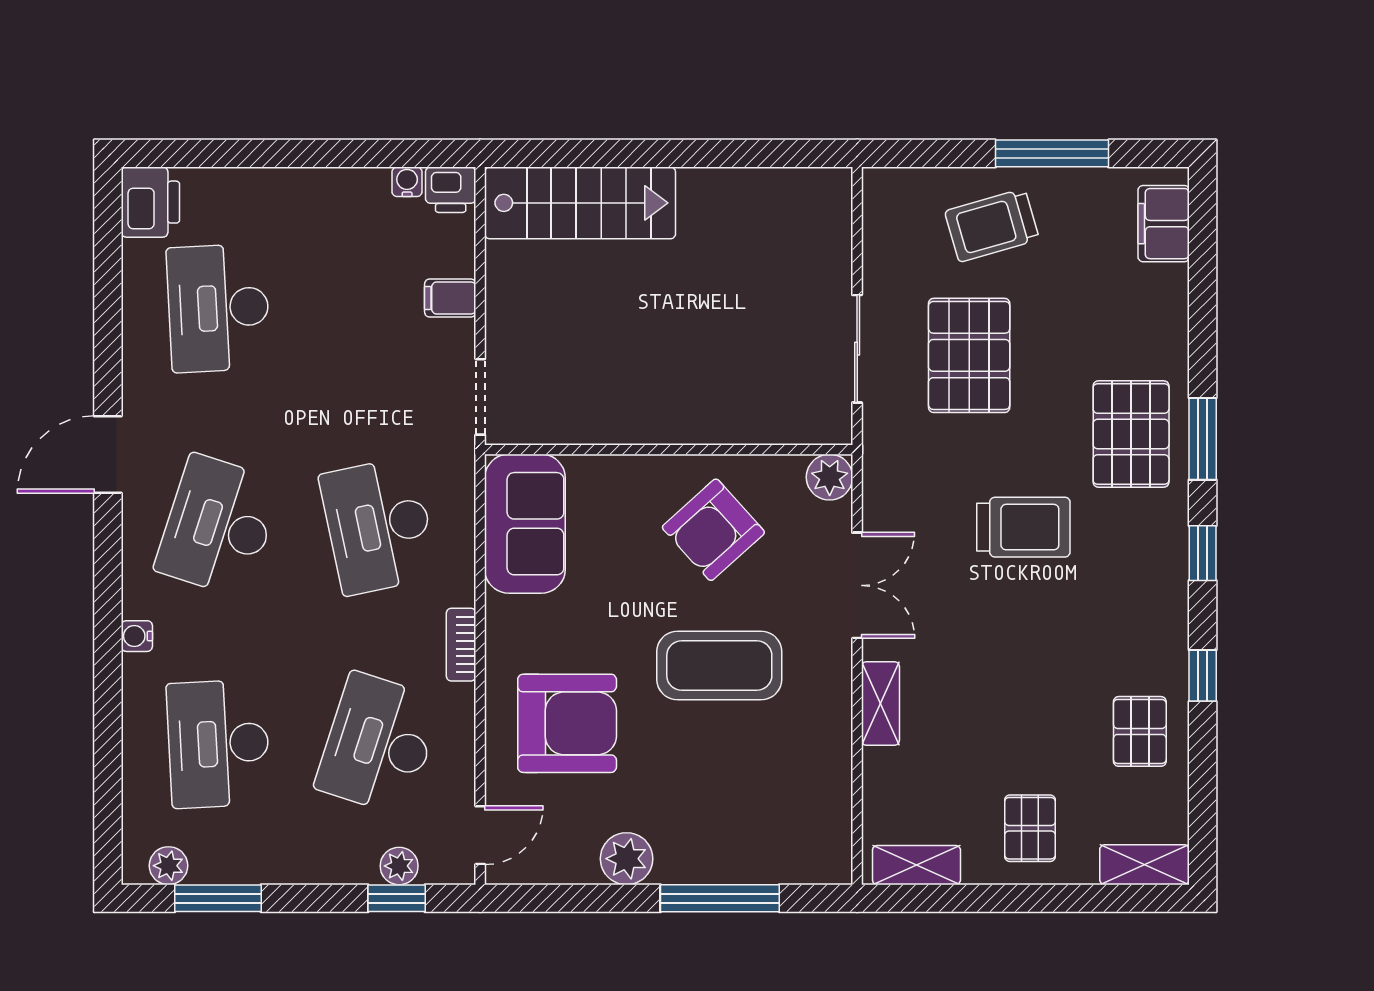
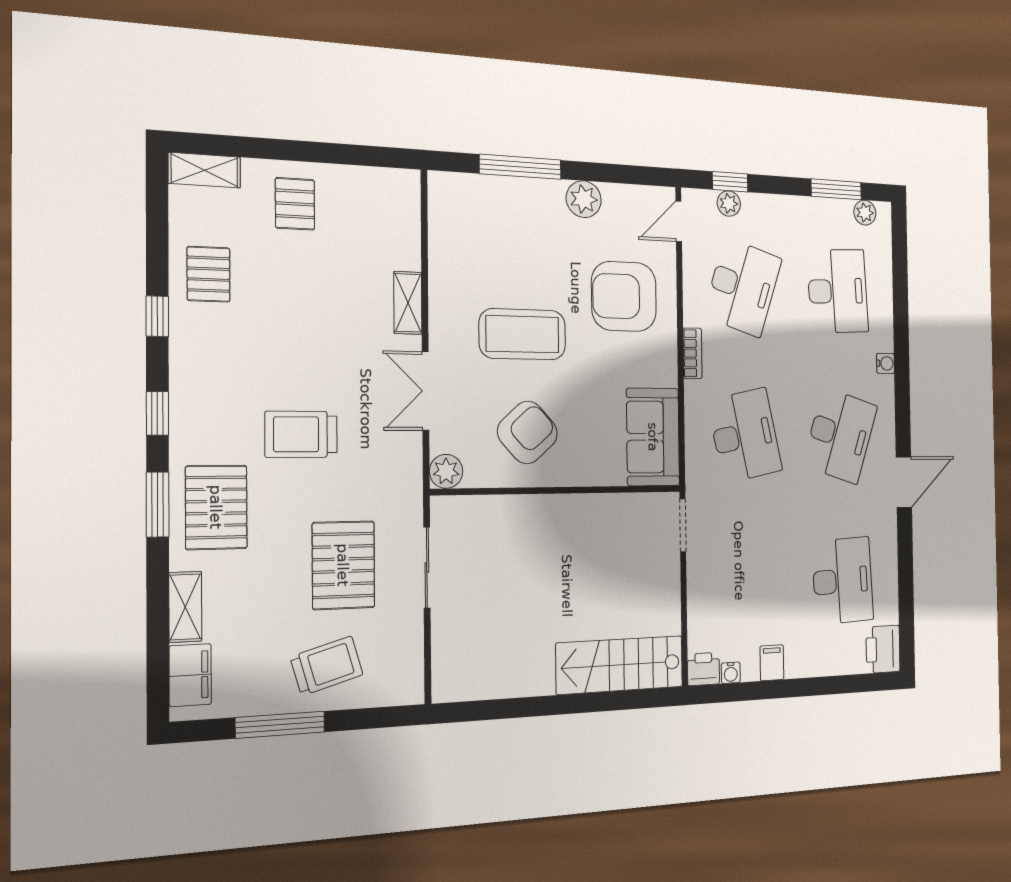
filing cabinet: (450, 298) -> (772, 663), moved, turned -90
shelving: (916, 865) -> (185, 607), moved, turned 90

